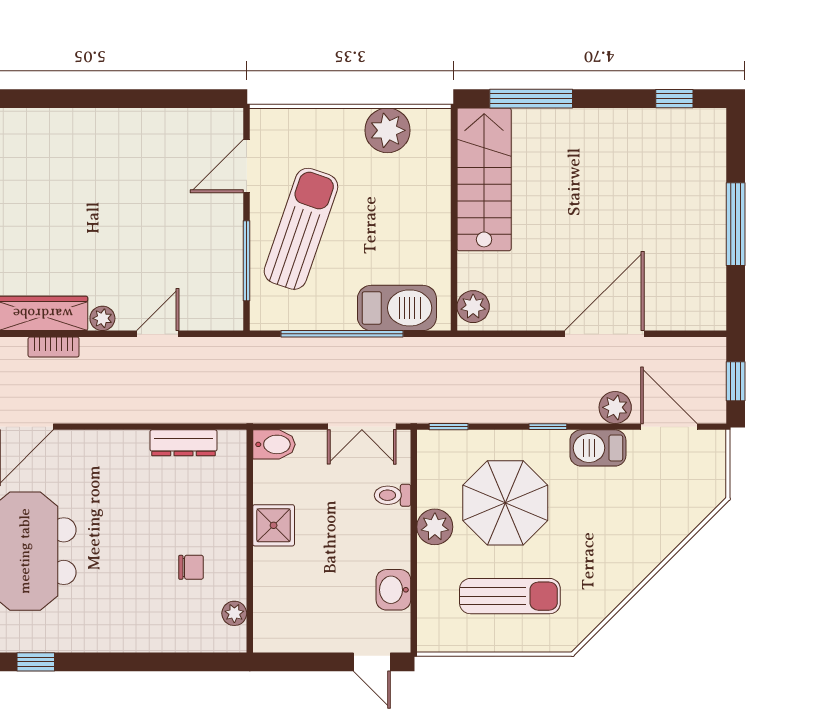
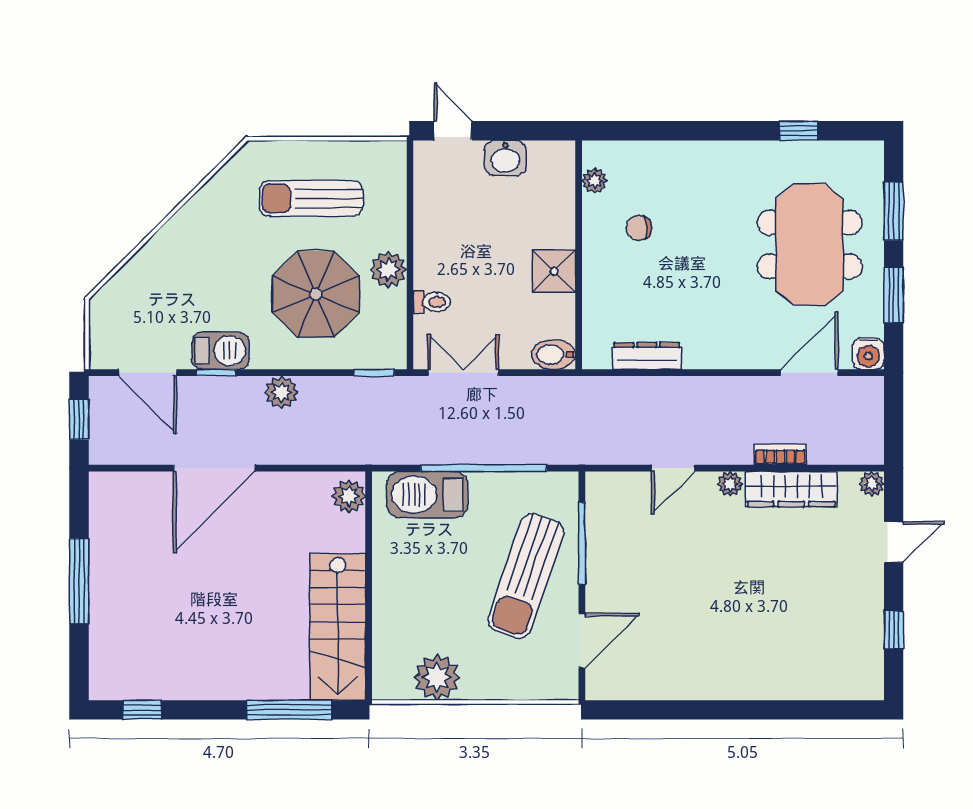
plant: (615, 407) -> (281, 392), moved
window: (548, 427) -> (216, 373), moved
washbasin: (393, 590) -> (505, 158), moved, turned 90

